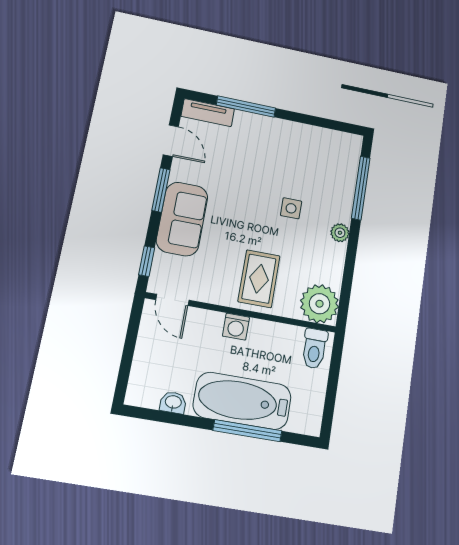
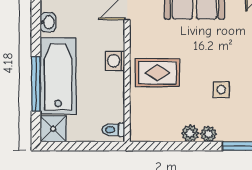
plant: (320, 304) -> (190, 133), moved, width x0.53, depth x0.53
toilet: (314, 349) -> (113, 130), width x0.73, depth x0.72
shower: (306, 418) -> (53, 129), added

